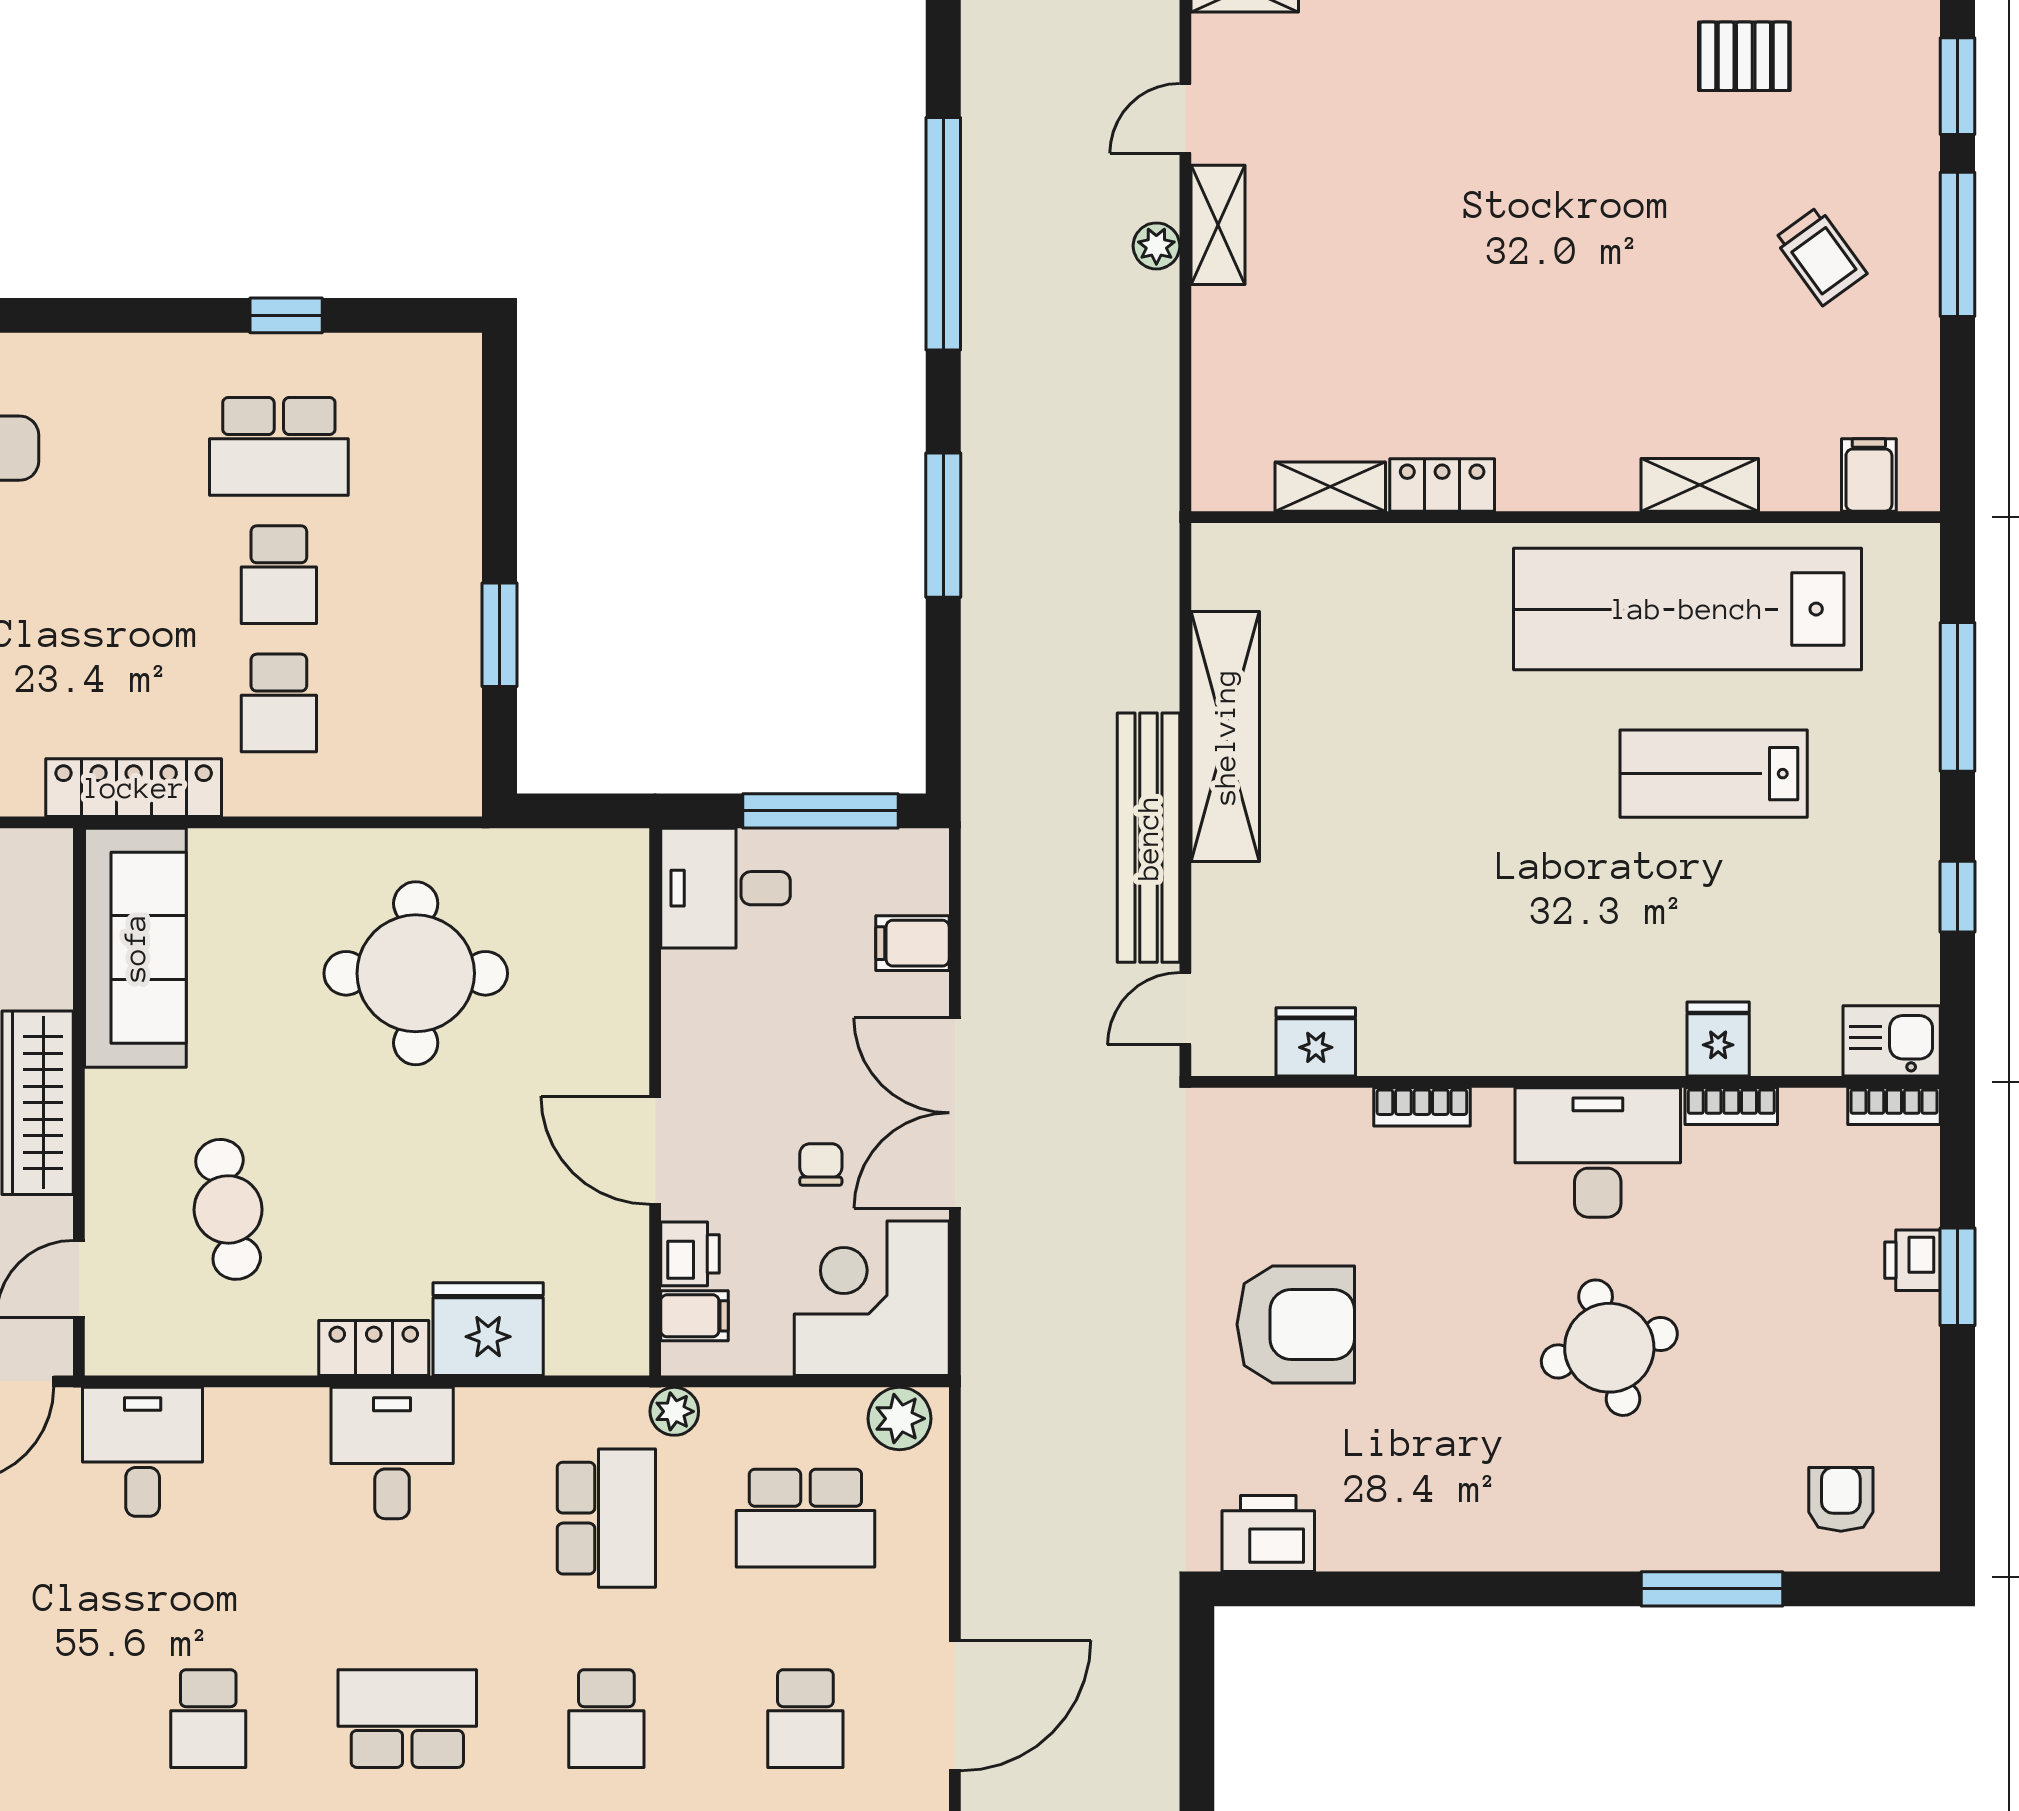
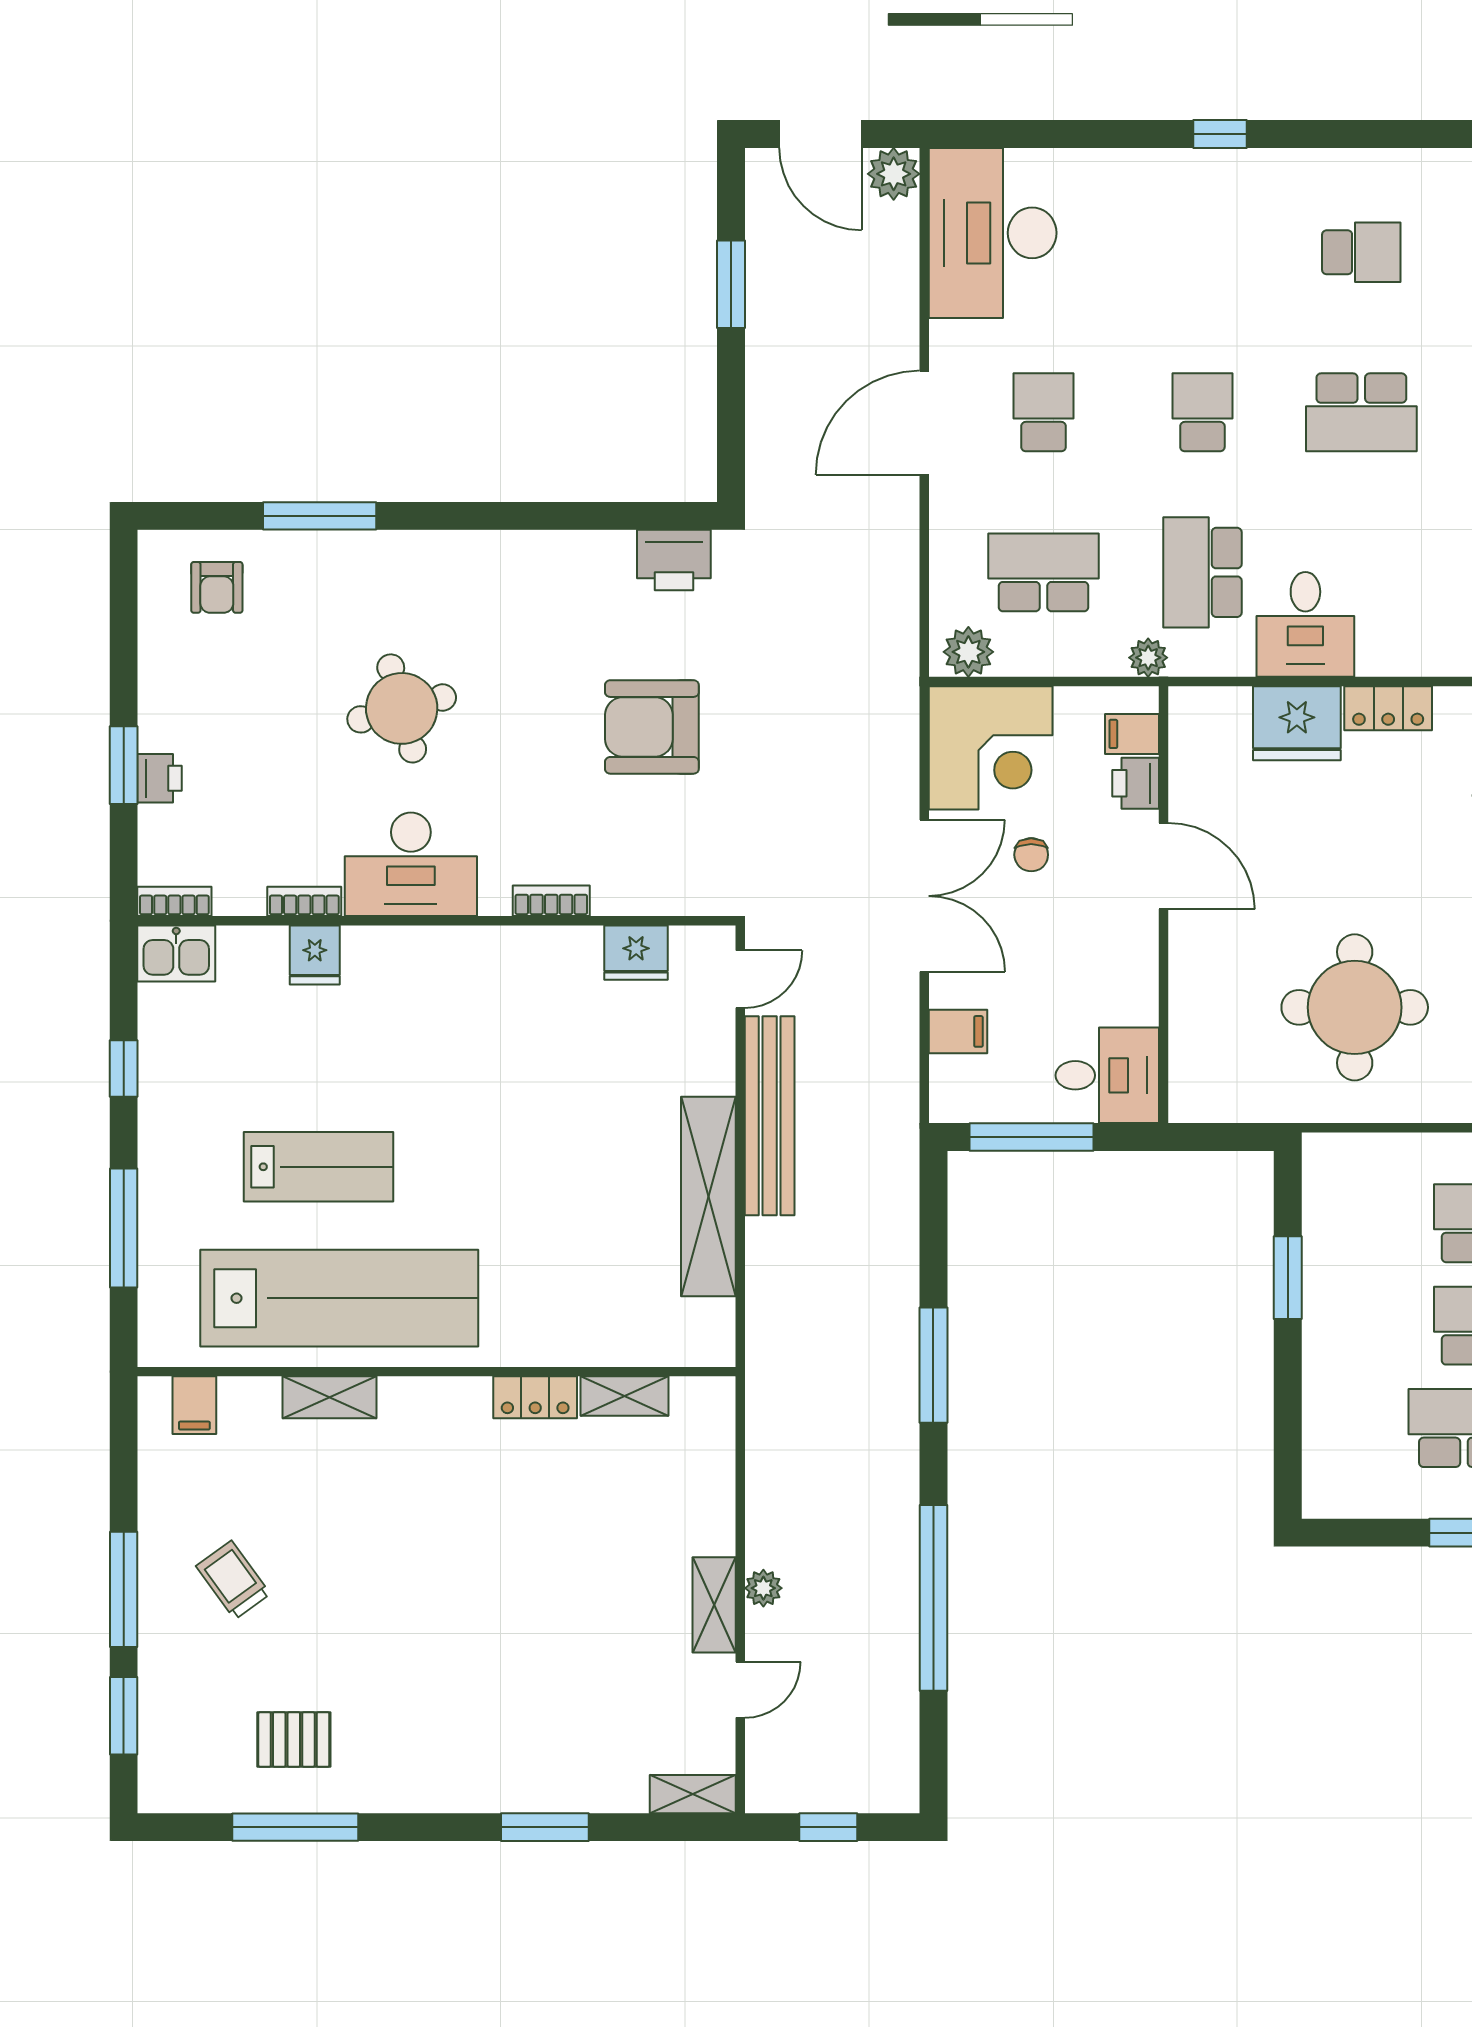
desk: (392, 1453) -> (1305, 624), moved

